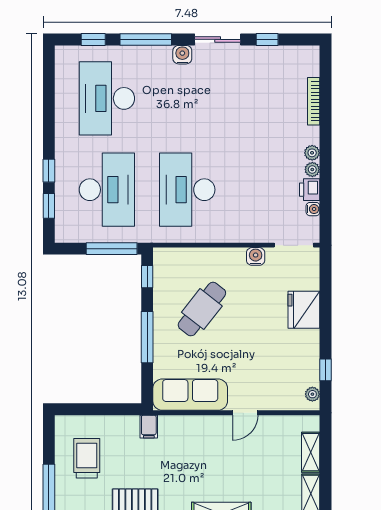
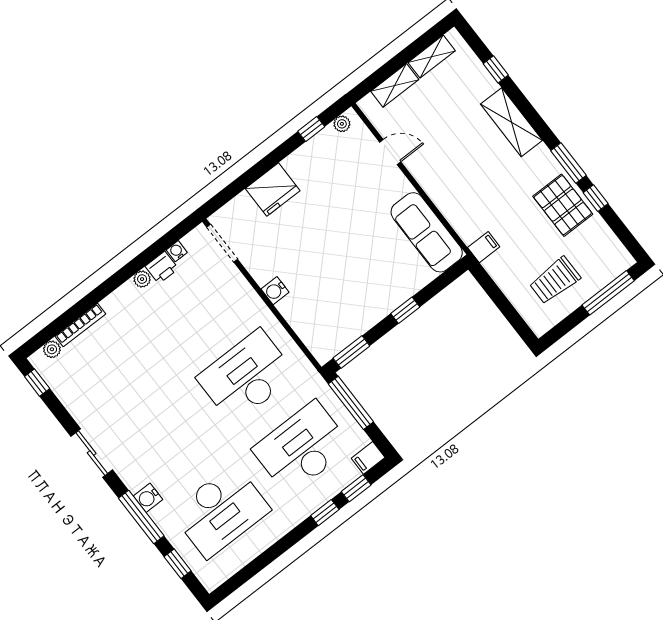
window: (267, 39) -> (37, 383), moved
water cooler: (182, 55) -> (148, 498), moved
plant: (312, 153) -> (52, 349), moved
desk: (187, 190) -> (246, 376), turned 180
filing cabinet: (64, 231) -> (368, 458), added
water cooler: (256, 256) -> (275, 291), moved
window: (147, 277) -> (351, 352), width x1.50
cafe table: (202, 309) -> (342, 281), removed
window: (147, 337) -> (405, 310), width x0.46
door: (245, 413) -> (390, 152), moved

